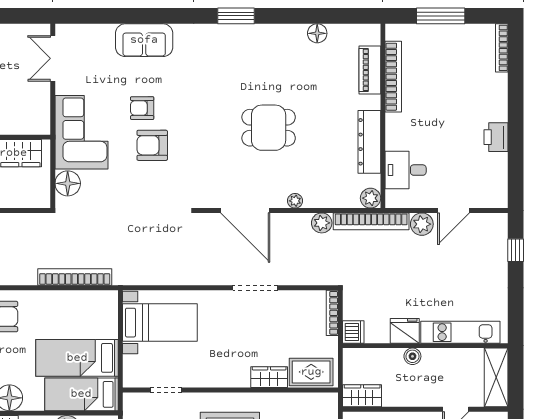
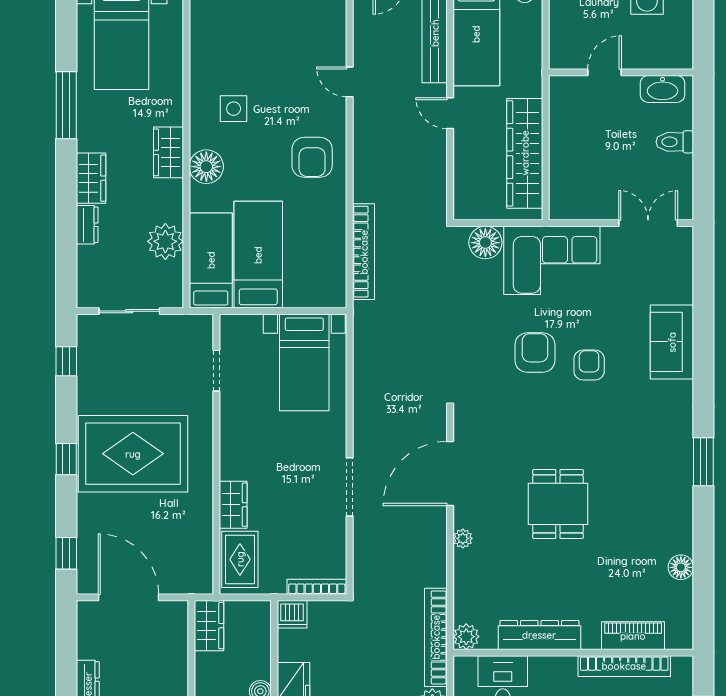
armchair: (142, 108) -> (589, 365), moved
plant: (322, 223) -> (434, 573), removed

